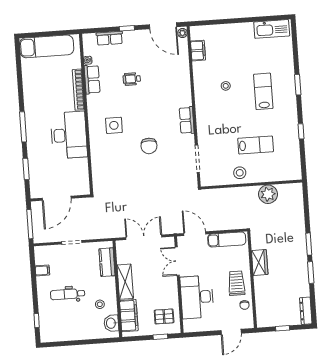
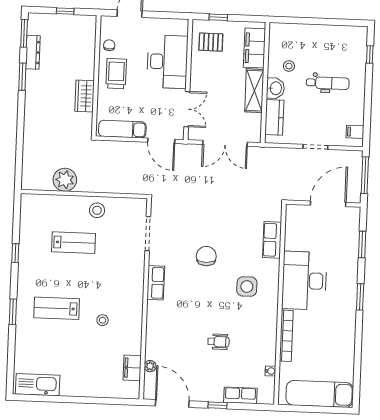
plant: (182, 33) -> (150, 366), moved
row of seats: (92, 79) -> (272, 240), moved
lab bench: (263, 91) -> (57, 308), turned 90
window: (23, 127) -> (360, 297), width x0.69
lab bench: (256, 145) -> (74, 243), turned 180
window: (309, 244) -> (24, 33), moved
filing cabinet: (42, 270) -> (355, 132), moved
trolley: (236, 283) -> (116, 74), turned 180
dresser: (306, 311) -> (33, 52), moved
washbasin: (111, 323) -> (275, 88), moved

